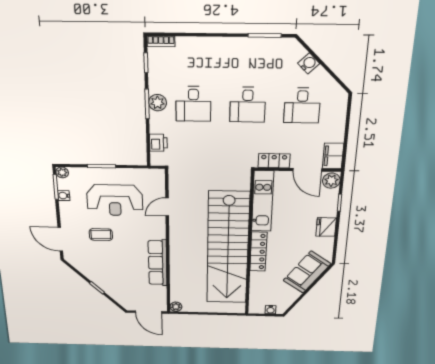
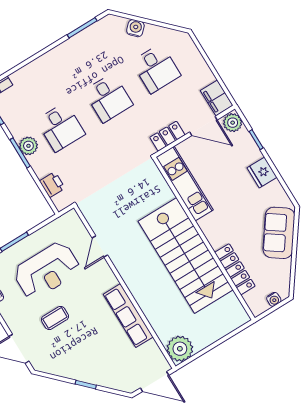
stairs: (228, 249) -> (186, 255), width x0.73
locker: (258, 252) -> (235, 269), moved
plant: (176, 307) -> (180, 349), width x1.87, depth x1.87

